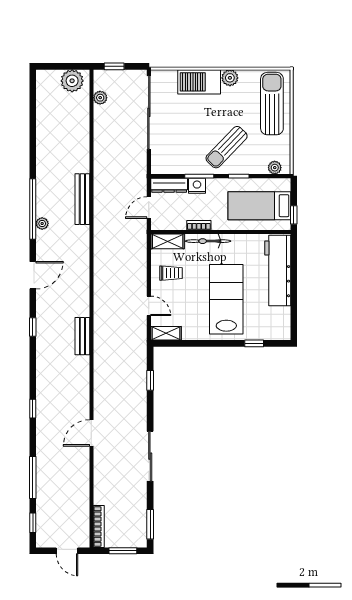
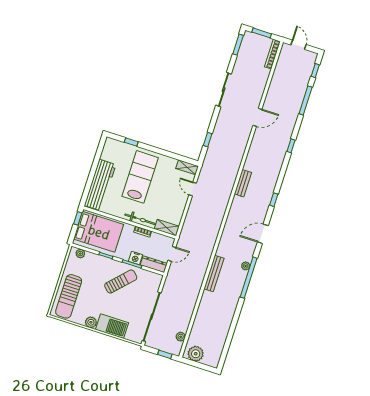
sun lounger: (227, 147) -> (121, 282), moved
bed: (259, 206) -> (99, 232), width x1.50
trolley: (171, 273) -> (171, 206), removed
lab bench: (226, 299) -> (140, 177), turned 180

